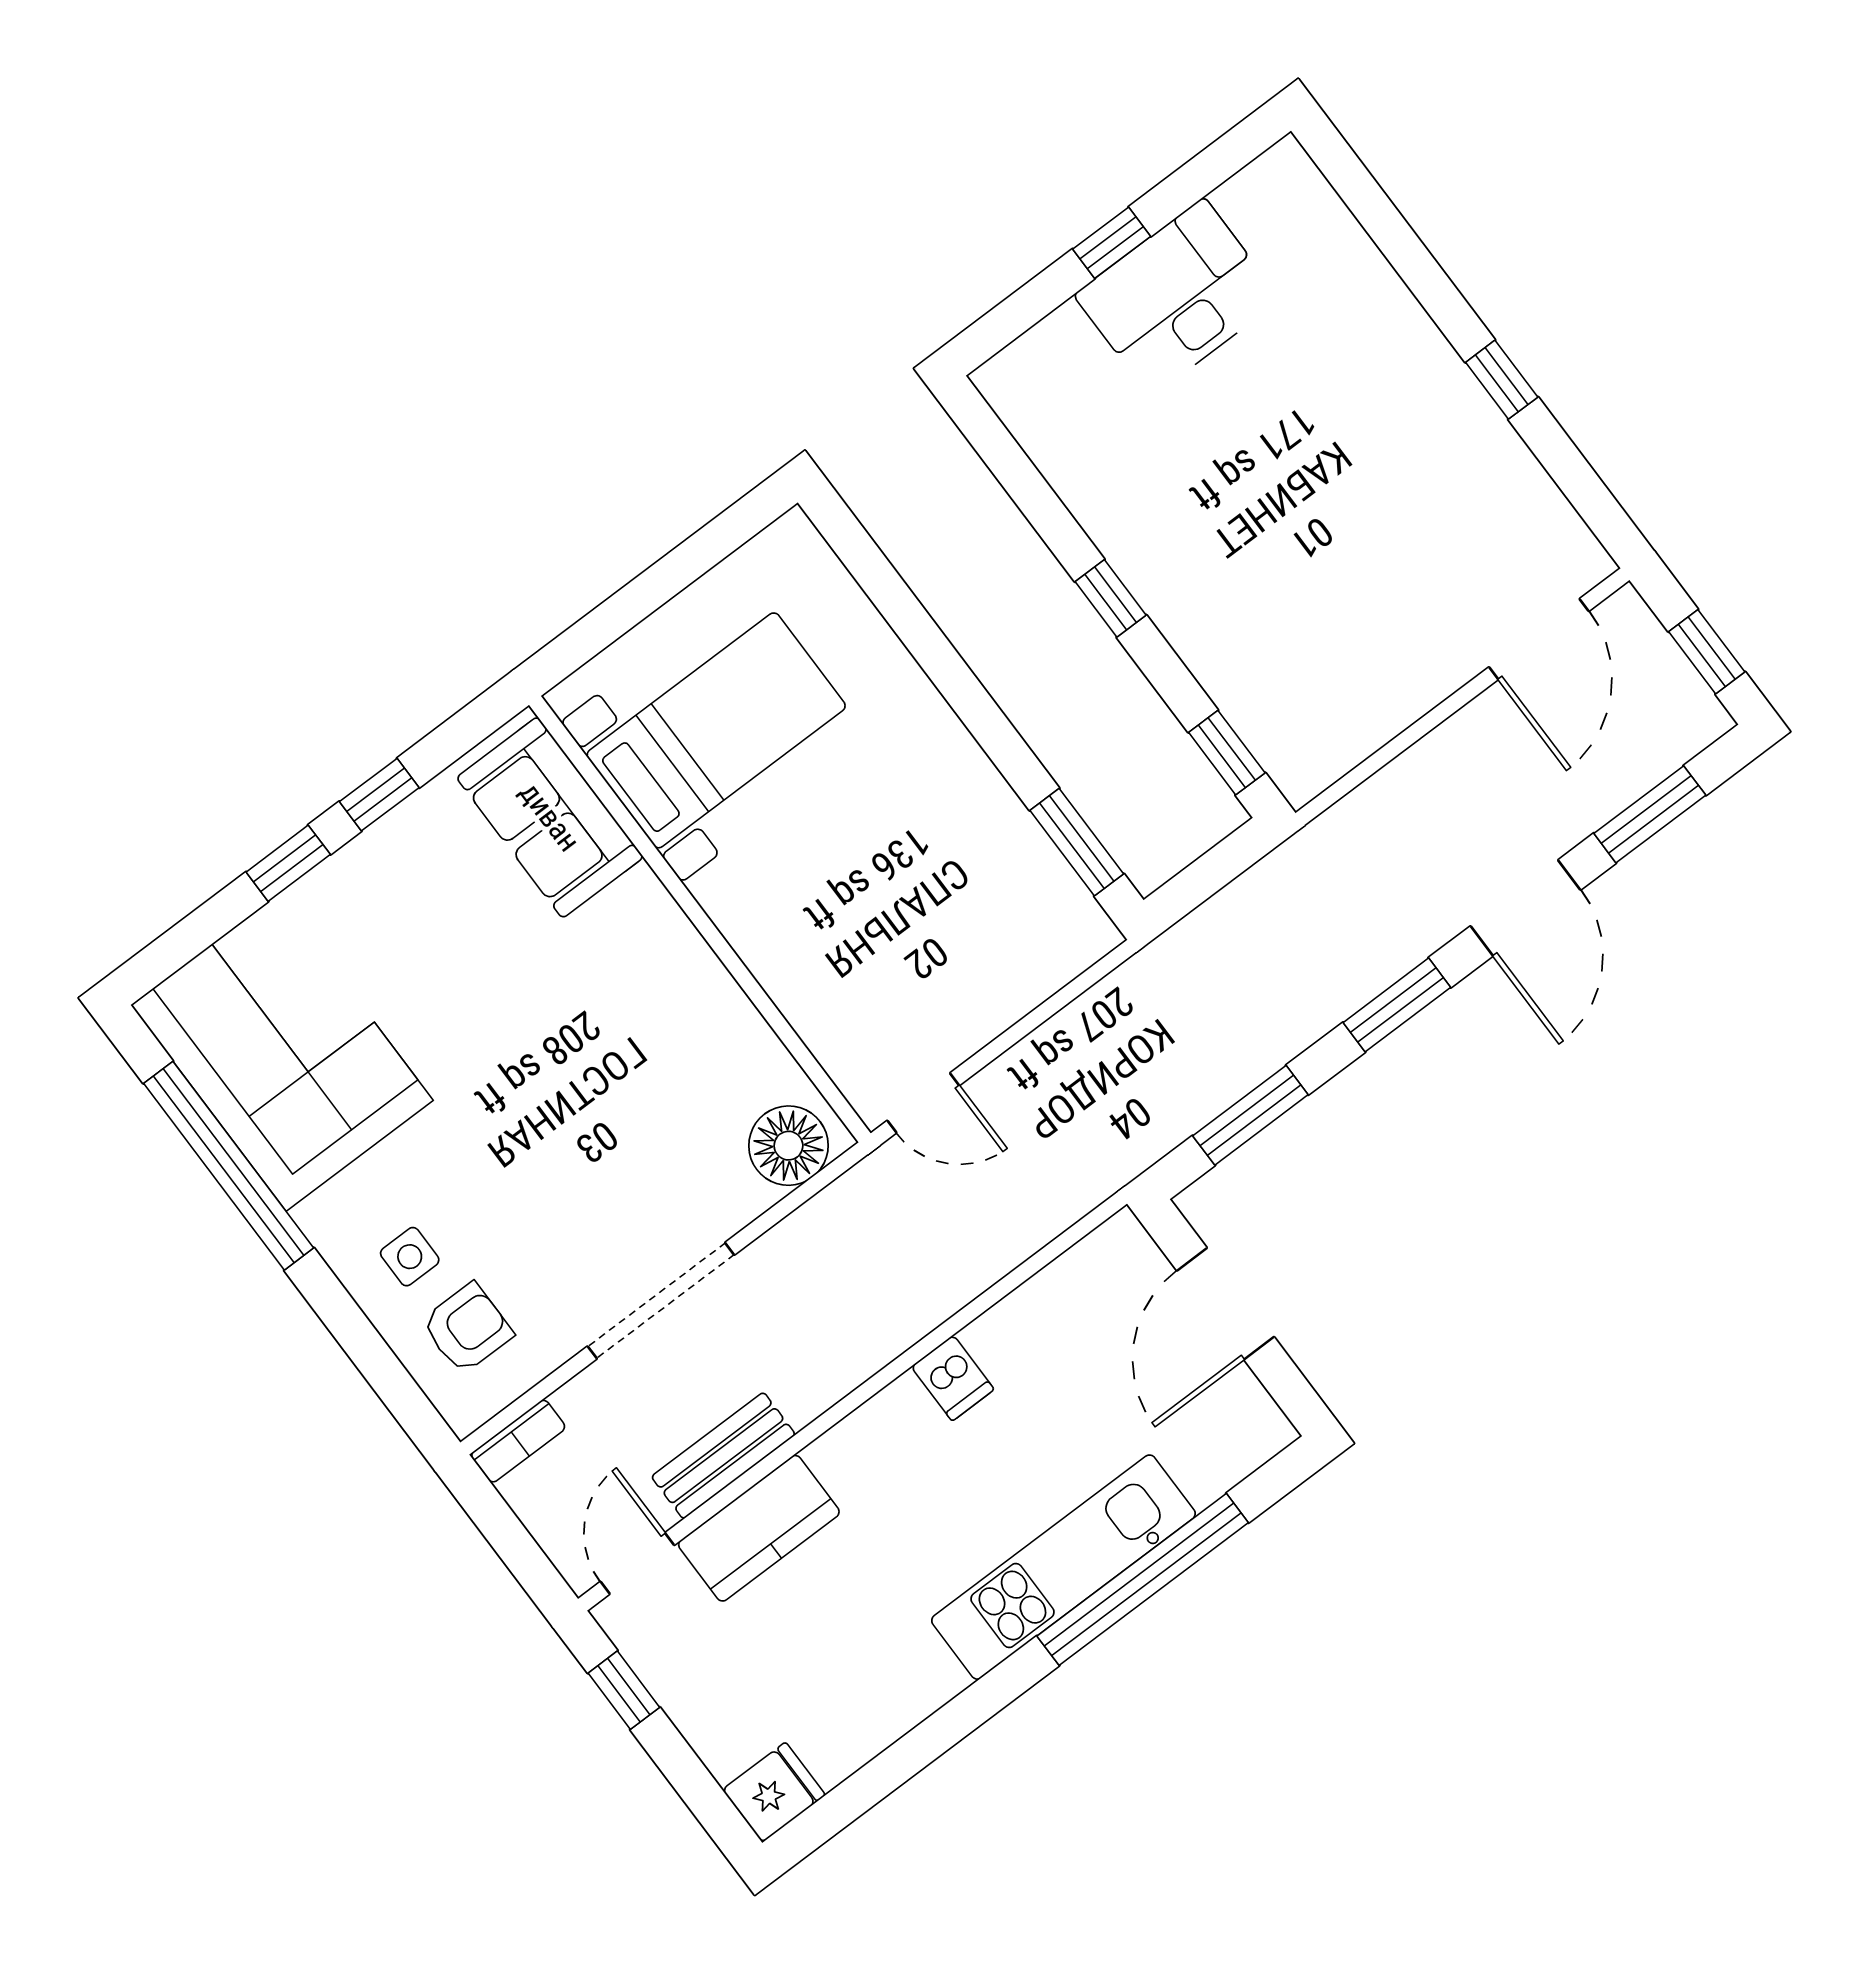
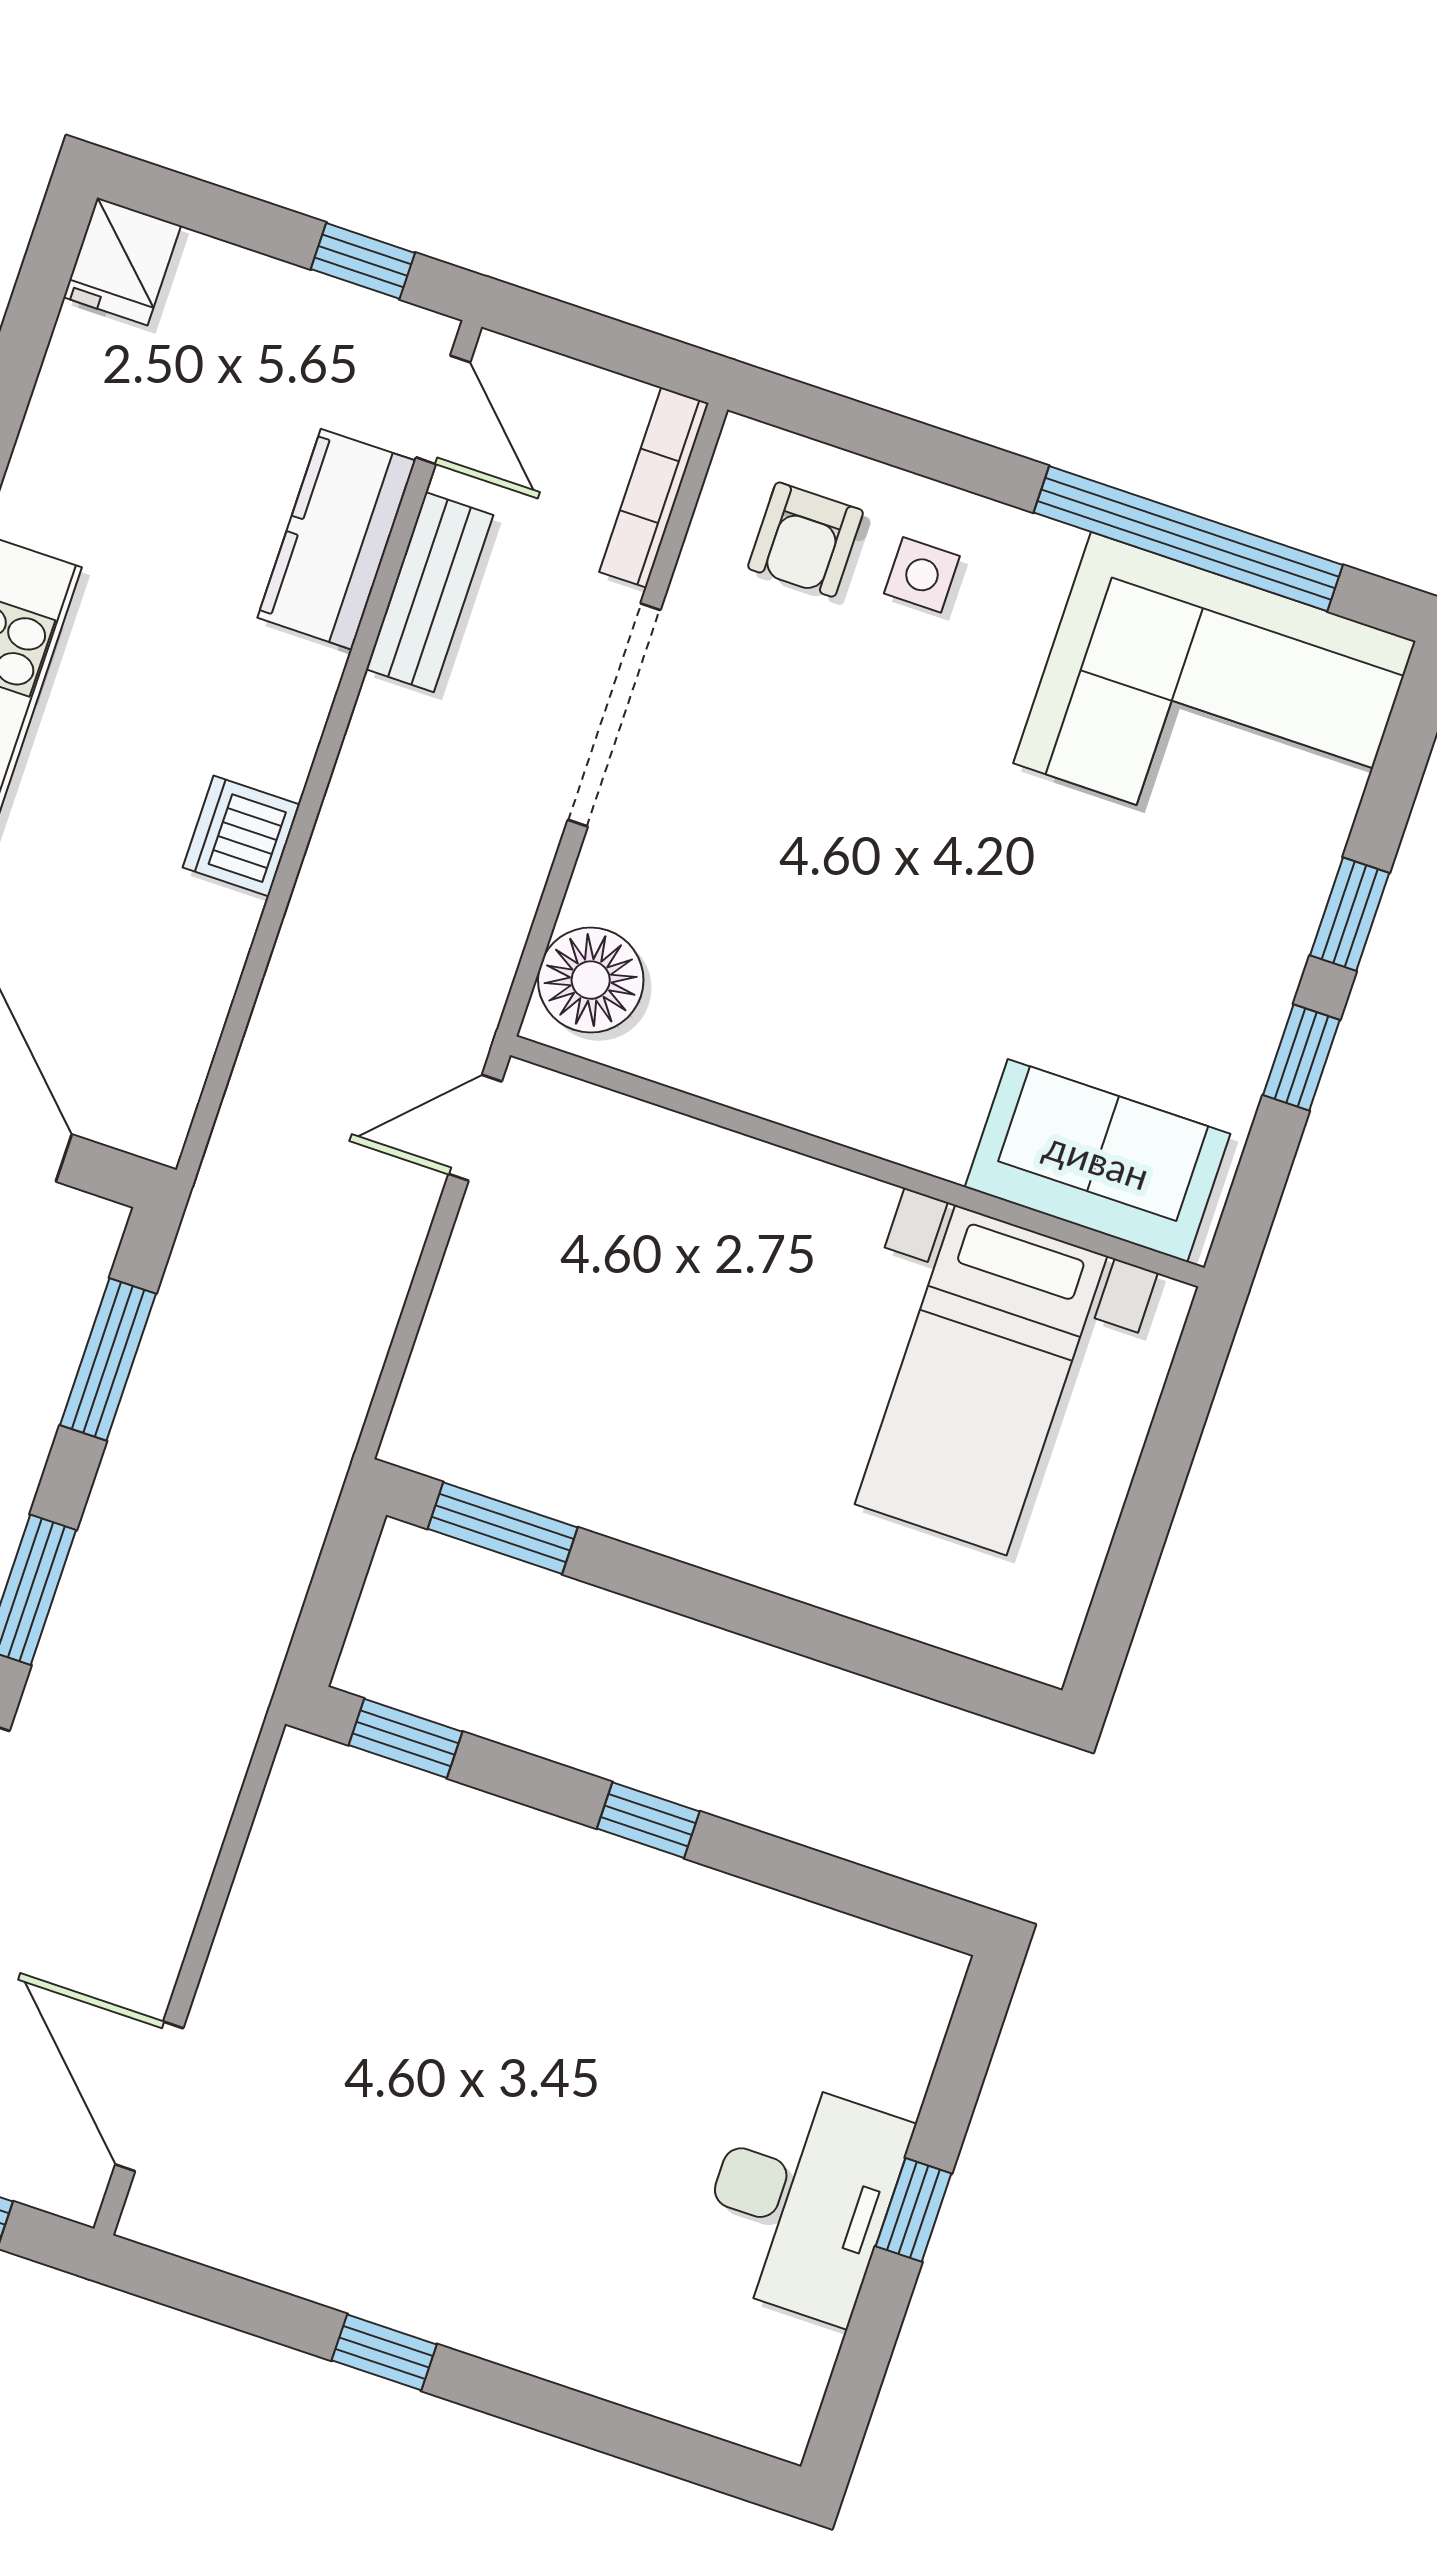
dishwasher: (953, 1378) -> (241, 836), width x1.38
bookcase: (518, 1441) -> (654, 488), width x1.56

